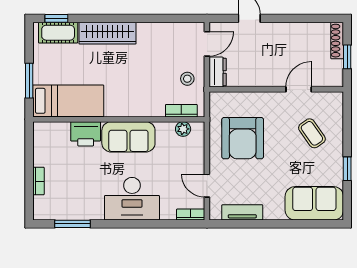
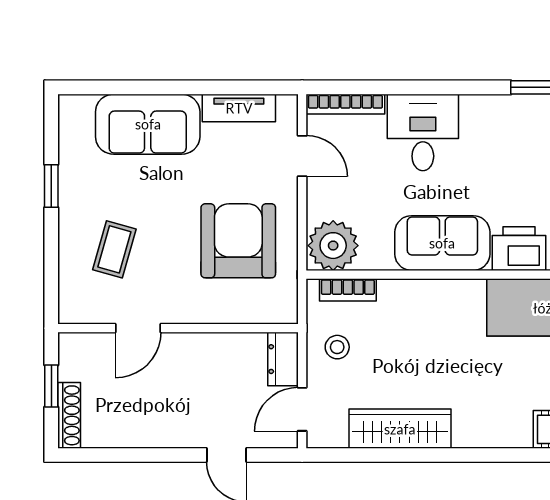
wardrobe: (107, 33) -> (400, 429), moved
plant: (183, 129) -> (333, 246), width x1.88, depth x1.88
coffee table: (312, 133) -> (114, 249), turned 51
desk: (132, 199) -> (423, 132), width x0.73
sofa: (314, 203) -> (148, 124), moved
bookcase: (191, 215) -> (345, 104), width x1.56

